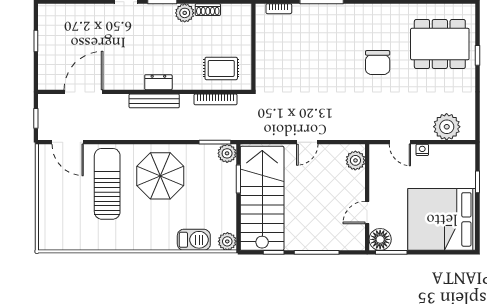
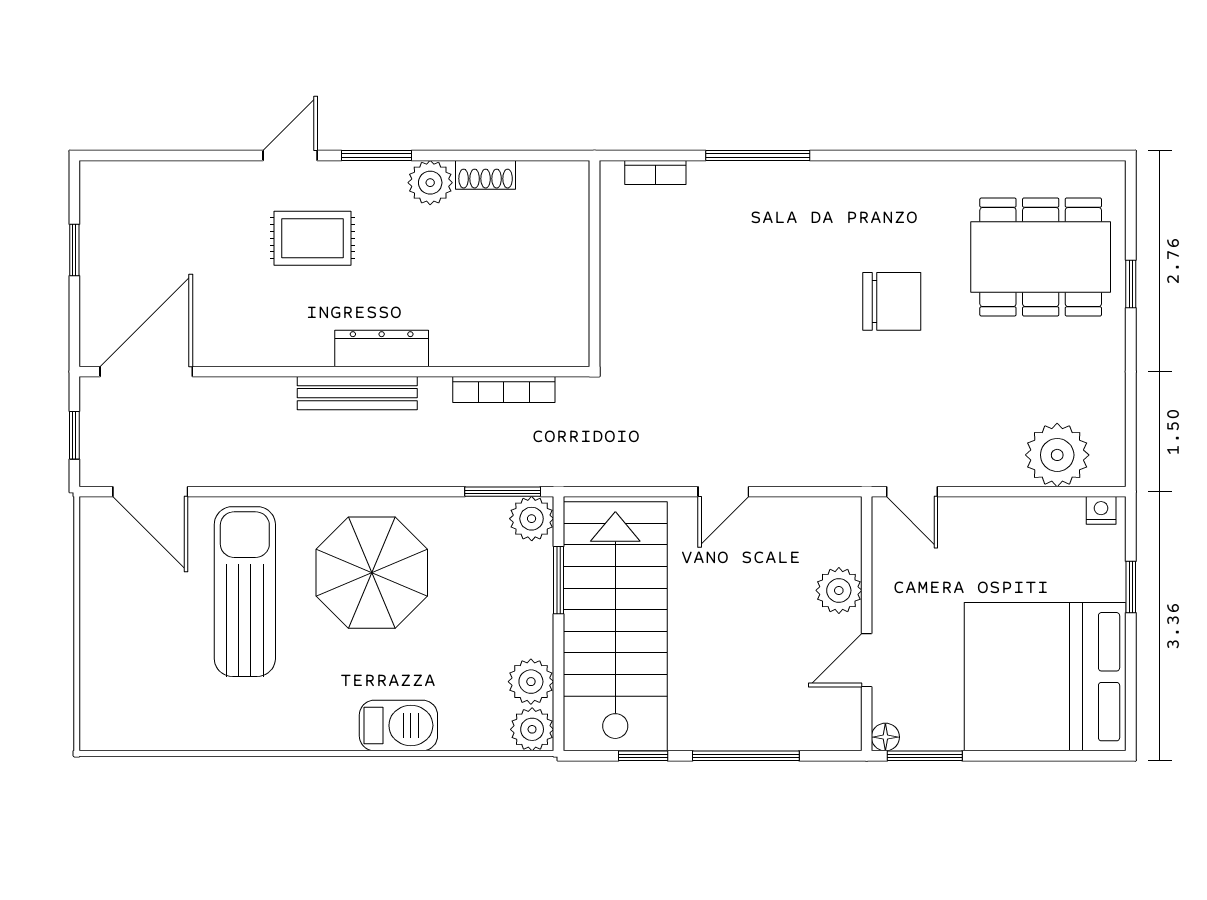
chair: (378, 63) -> (892, 301), turned -90
rug: (221, 68) -> (312, 238), moved
dresser: (158, 82) -> (382, 348), width x1.44
door: (84, 92) -> (146, 372), moved
door: (400, 142) -> (912, 492), moved
nightstand: (422, 150) -> (1101, 510), moved
plant: (355, 160) -> (839, 590), moved
plant: (227, 221) -> (531, 682), added
floor lamp: (380, 239) -> (885, 737), width x0.53, depth x0.53
barbecue: (194, 240) -> (398, 725), moved

